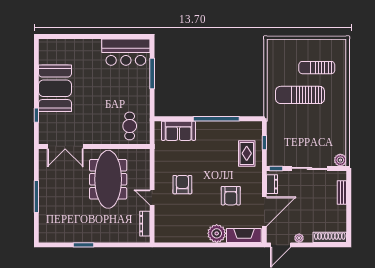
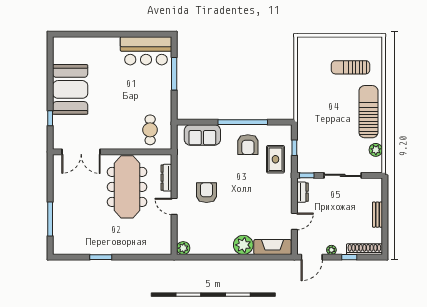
sun lounger: (300, 95) -> (368, 112), moved, turned 90
plant: (340, 160) -> (376, 150), moved
bench: (342, 193) -> (377, 215), moved
armchair: (231, 196) -> (248, 145), moved
window: (36, 197) -> (50, 219), moved
door: (264, 211) -> (294, 221), width x0.53
dresser: (145, 224) -> (166, 178), moved
plant: (161, 236) -> (183, 248), added
window: (316, 245) -> (349, 257), added

